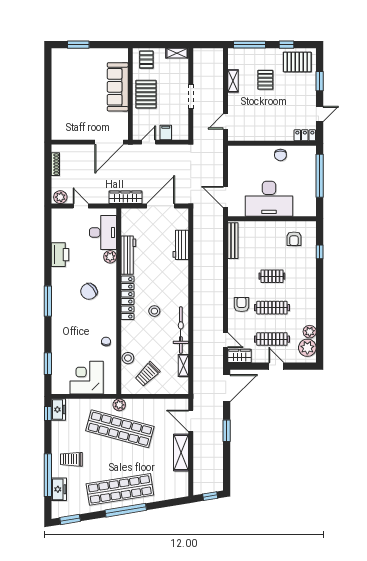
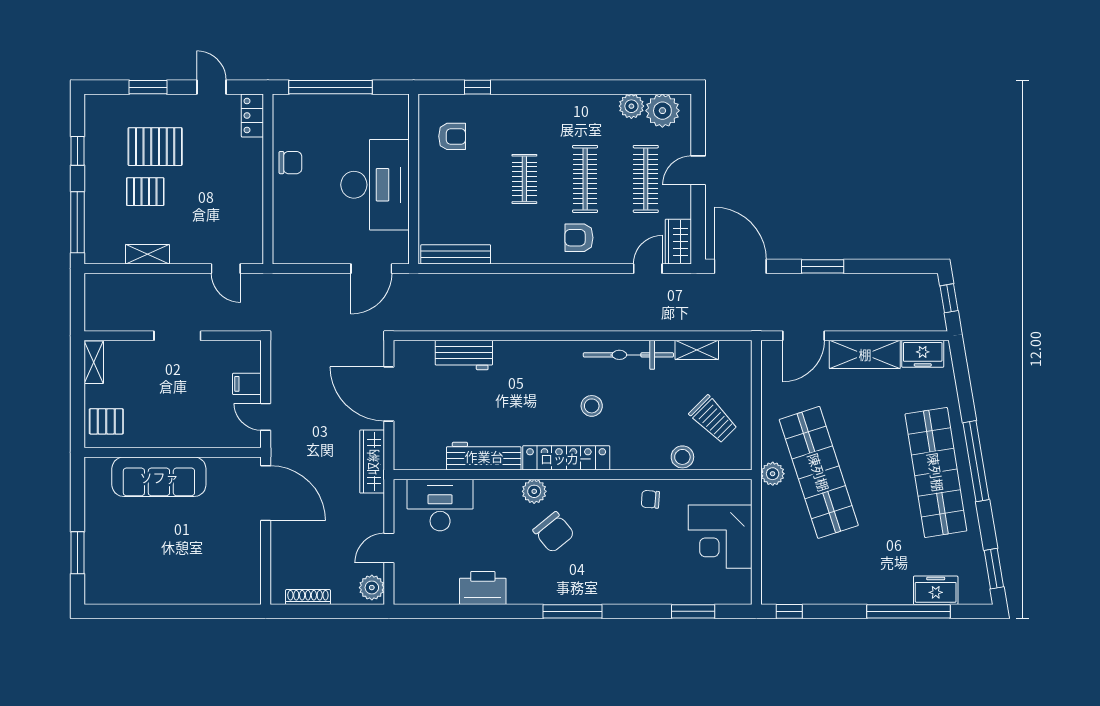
pallet: (297, 62) -> (155, 147), moved, turned 90
pallet: (146, 94) -> (173, 422), removed
plant: (110, 257) -> (534, 491), moved
freezer: (58, 409) -> (923, 354), moved, turned 180
shop shelf: (120, 429) -> (819, 472), turned -33
trolley: (71, 459) -> (878, 566), removed

